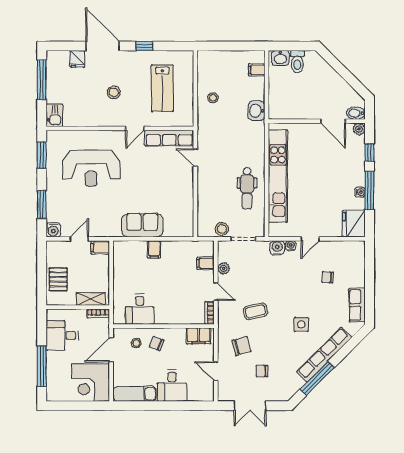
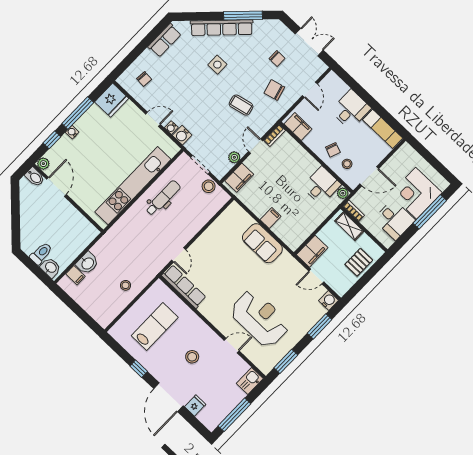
washbasin: (256, 111) -> (87, 263), moved
door: (135, 128) -> (232, 346), moved
water cooler: (360, 192) -> (72, 132), moved
filing cabinet: (100, 248) -> (312, 251), width x2.00
filing cabinet: (206, 263) -> (239, 178), width x2.00
chair: (328, 277) -> (144, 79), moved
plant: (119, 319) -> (343, 193), added
corner desk: (91, 382) -> (416, 193), moved, turned 180

